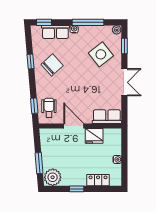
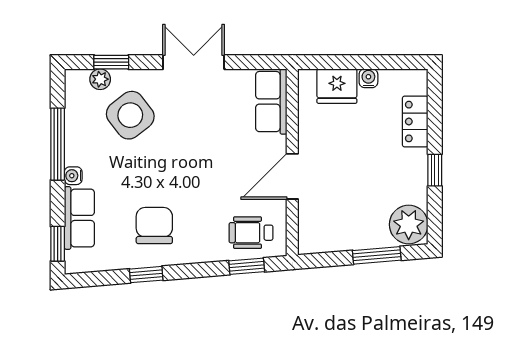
plant: (117, 30) -> (100, 79), moved
chair: (52, 65) -> (154, 226), turned 42
fridge: (94, 136) -> (337, 86), moved, turned 90

